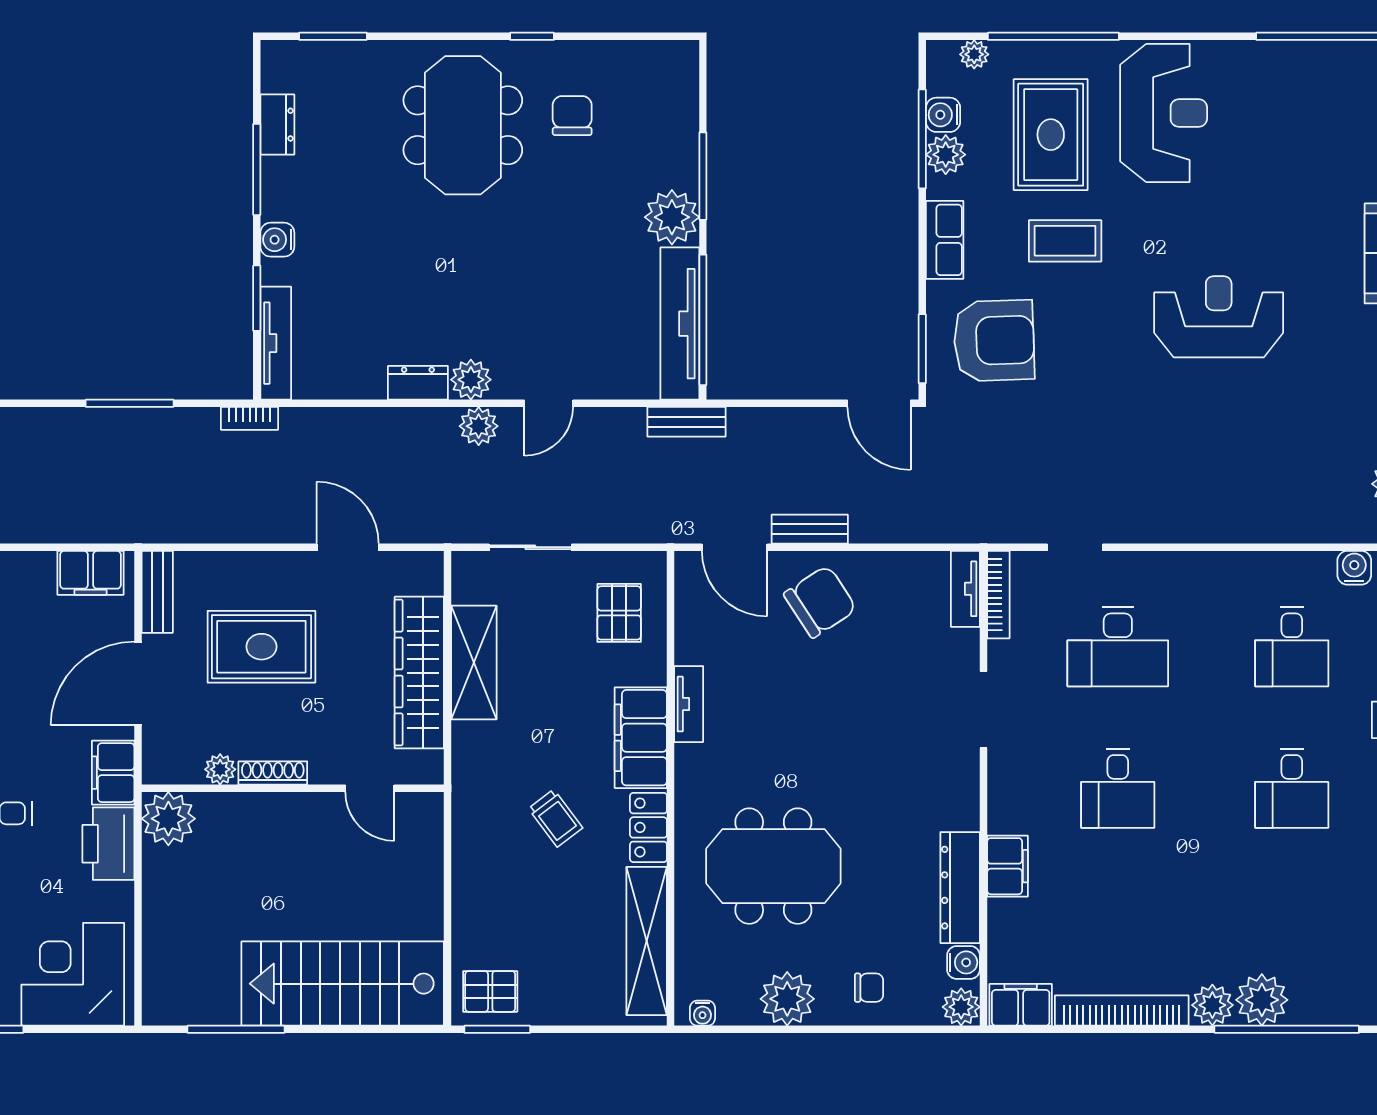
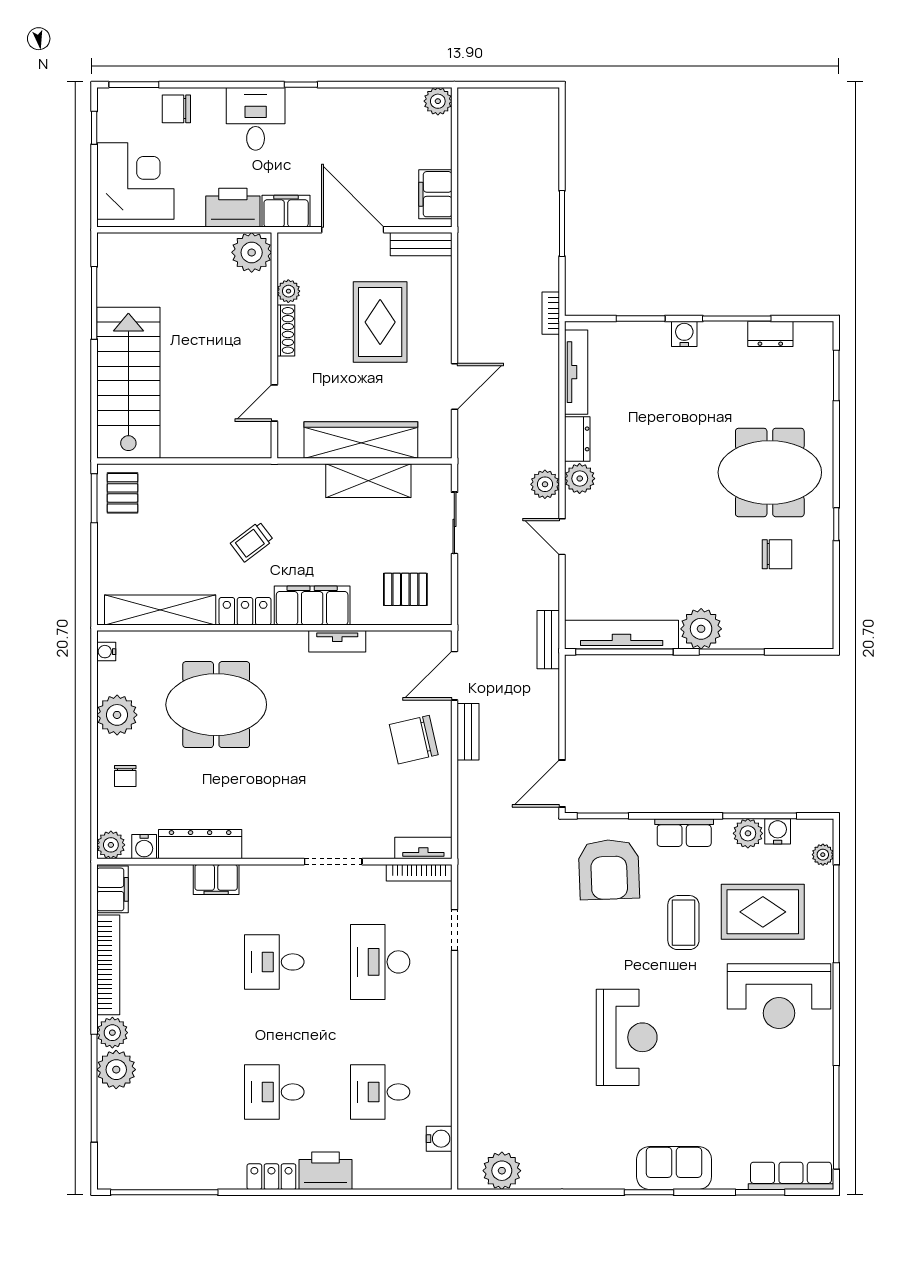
tv unit: (276, 343) -> (576, 372), moved, turned -90
chair: (820, 602) -> (414, 740), turned 110
meeting table: (773, 866) -> (216, 705), turned 90

